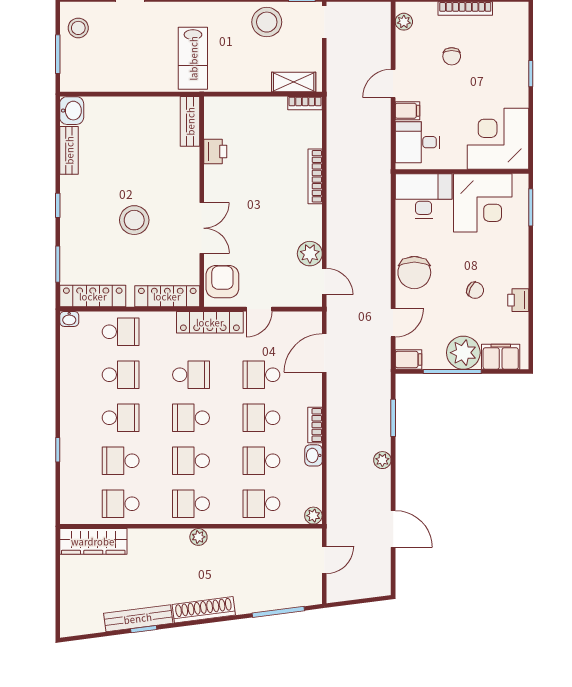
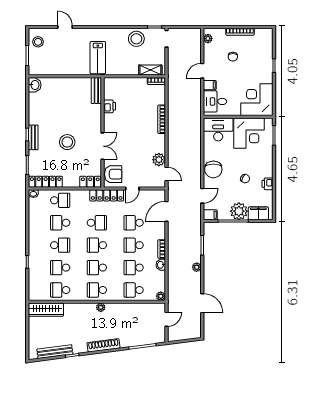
bench: (69, 150) -> (33, 137), moved
armchair: (222, 282) -> (113, 174), turned 90
locker: (167, 296) -> (90, 182), width x0.66
school desk: (121, 375) -> (60, 223), turned 180
bench: (138, 618) -> (55, 352), moved

